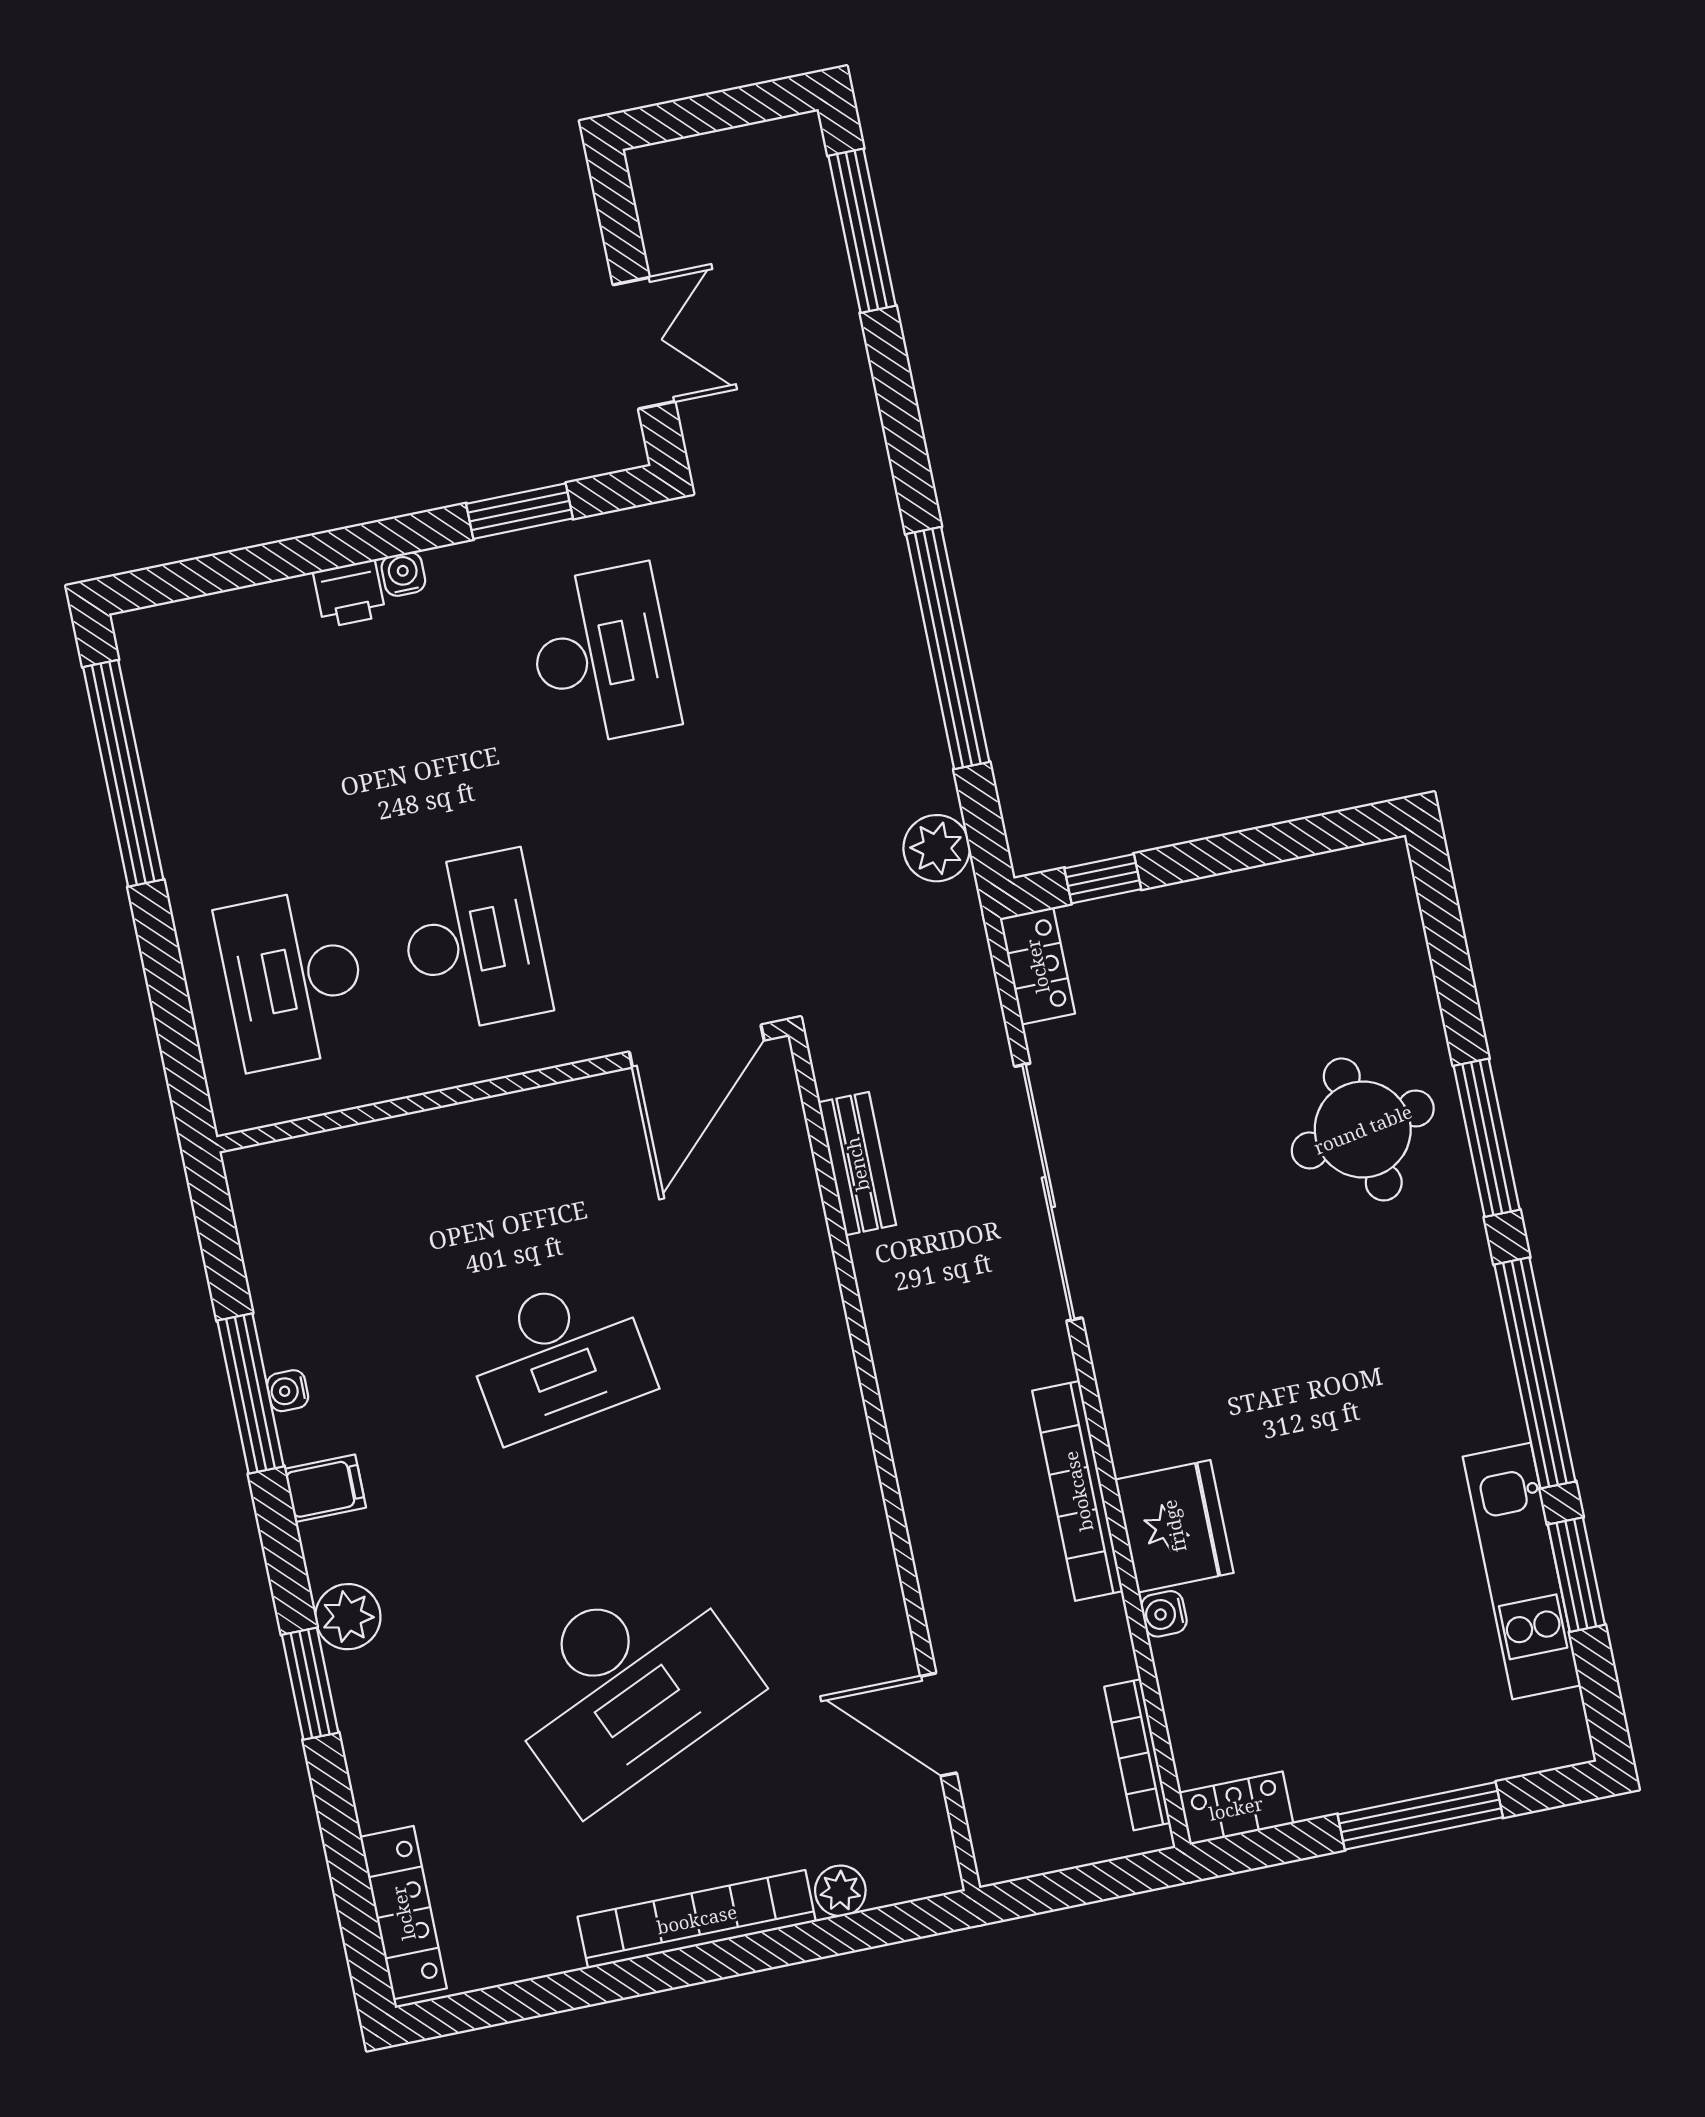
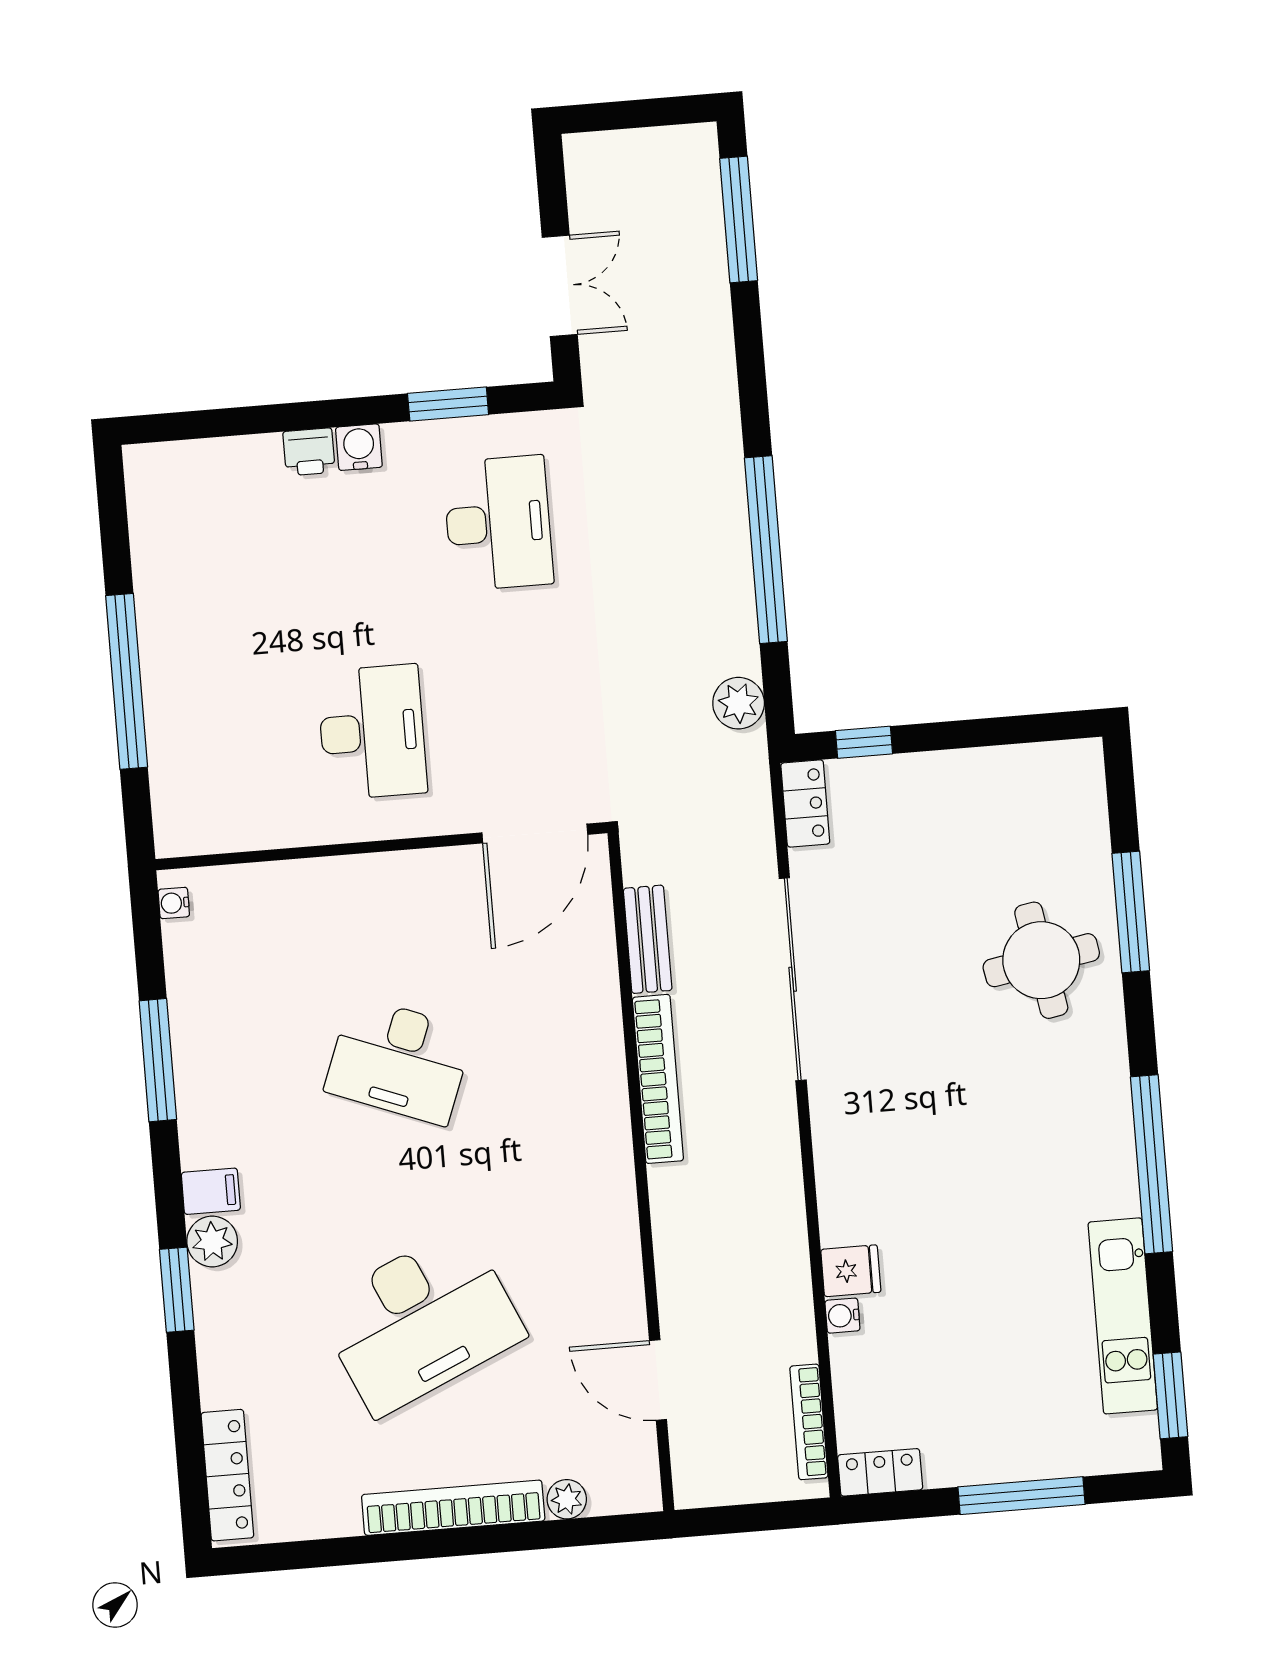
water cooler: (403, 574) -> (359, 447), width x1.38, depth x1.38
window: (123, 773) -> (127, 681), moved
desk: (293, 979) -> (230, 744), removed
window: (1487, 1138) -> (1131, 912), moved
desk: (558, 1357) -> (399, 1060), turned 30
water cooler: (288, 1391) -> (174, 903), moved
filing cabinet: (325, 1488) -> (211, 1191), moved
bookcase: (1078, 1491) -> (658, 1079), moved, turned 180
fridge: (1174, 1526) -> (851, 1271), width x0.53, depth x0.75
window: (1576, 1575) -> (1170, 1395), moved

